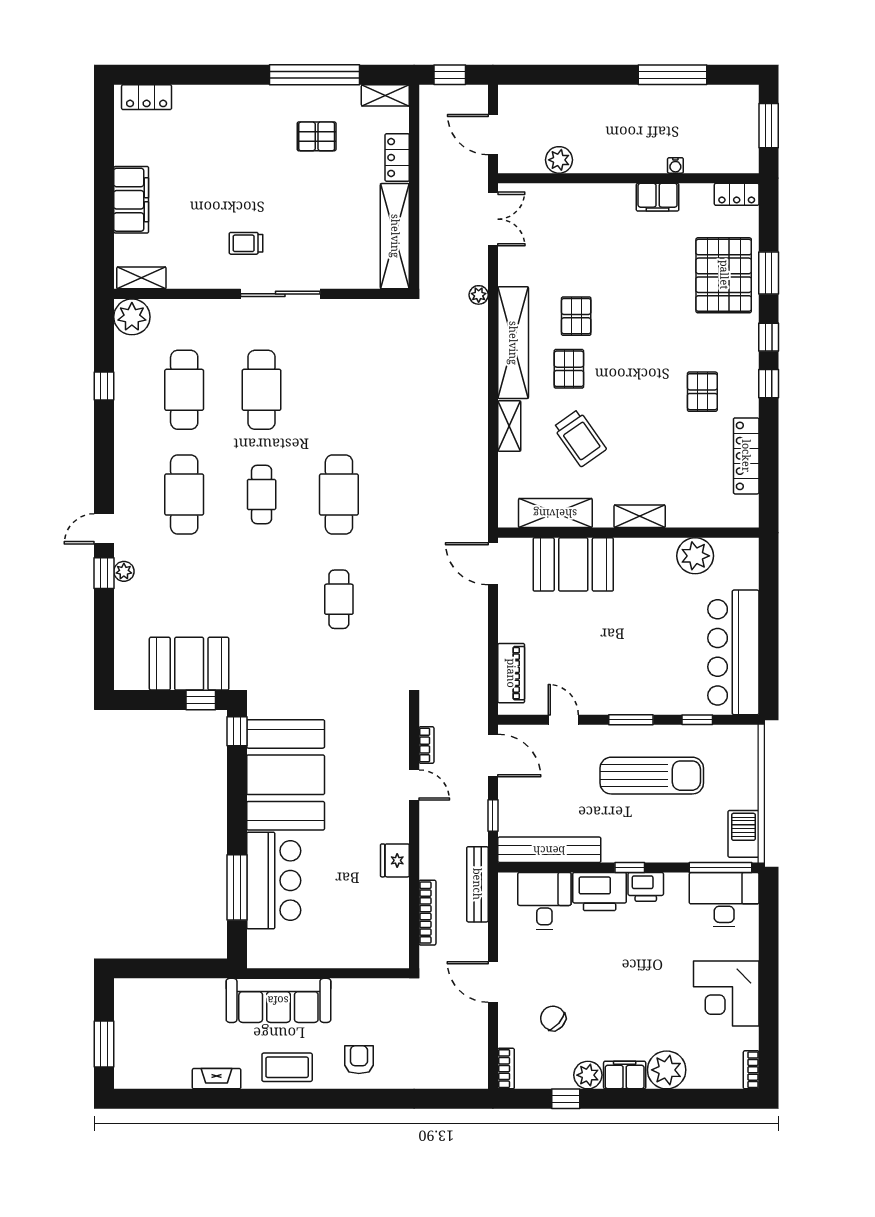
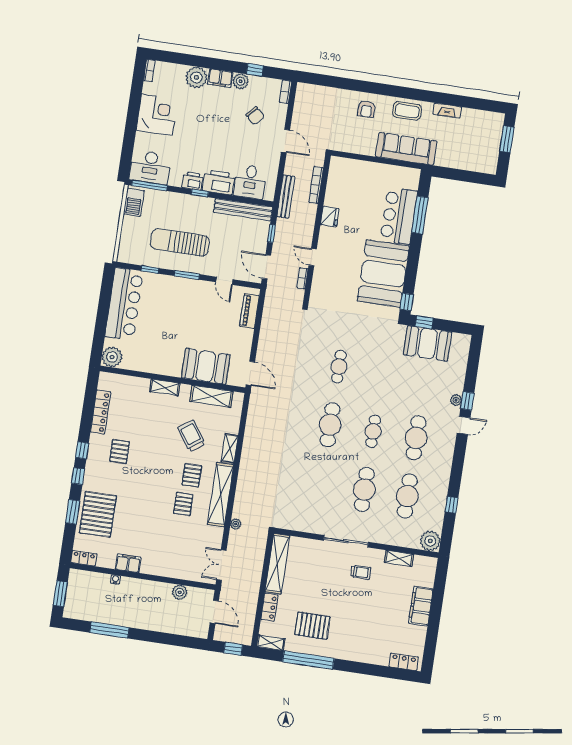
pallet: (317, 136) -> (312, 626), width x1.50, depth x1.42
shelving: (141, 278) -> (399, 558), moved
plant: (695, 556) -> (112, 357), moved

